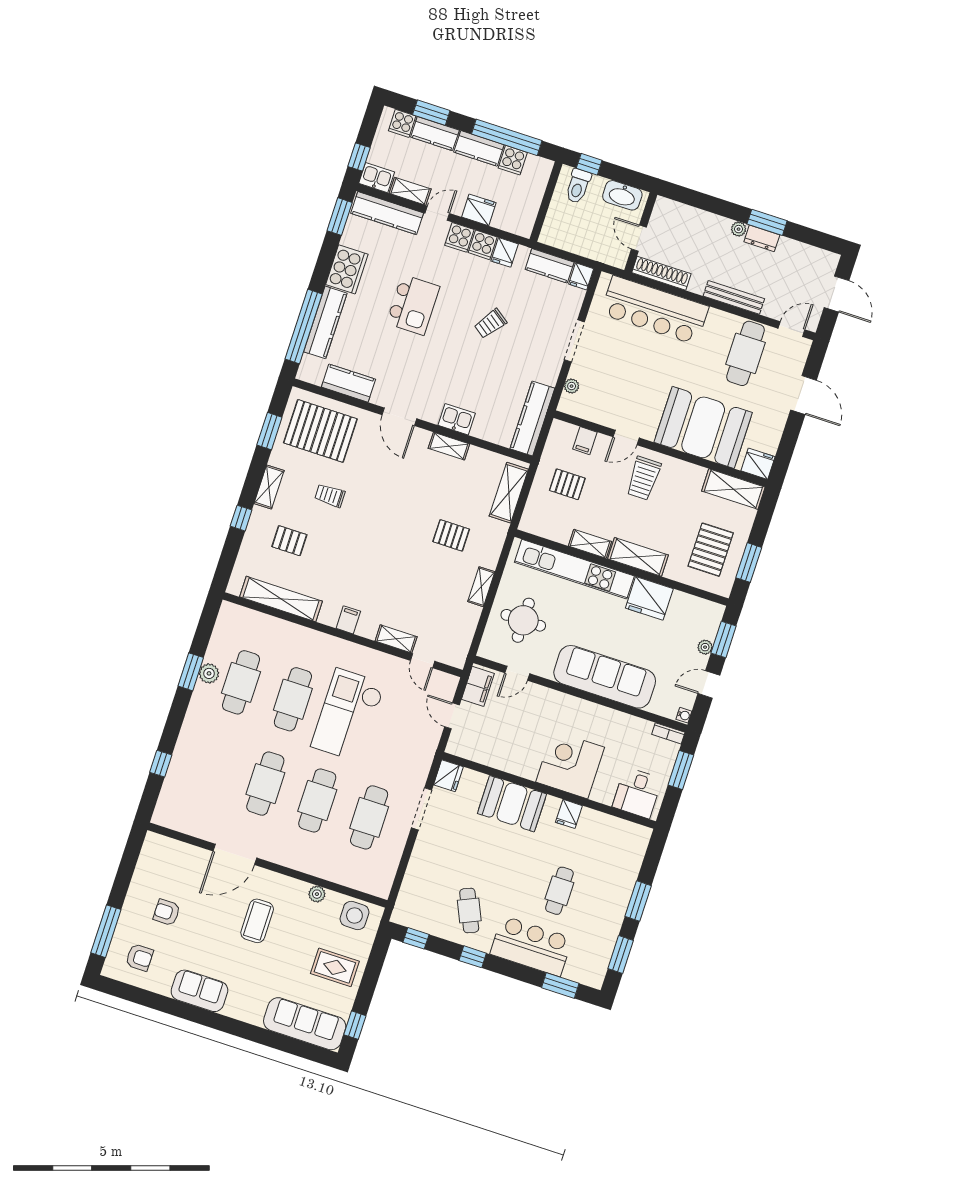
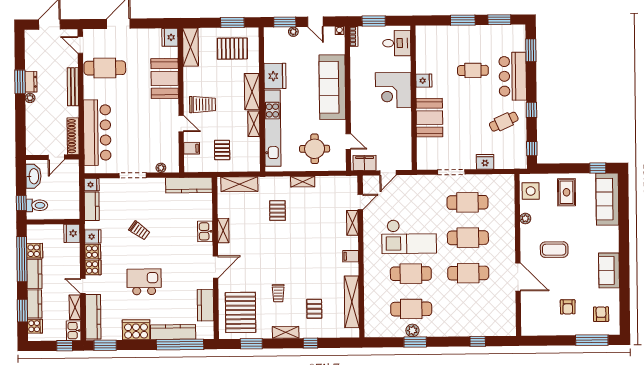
fridge: (479, 210) -> (72, 233), moved
booth: (703, 427) -> (165, 78), width x0.73, depth x0.70
fridge: (448, 776) -> (485, 162), moved

